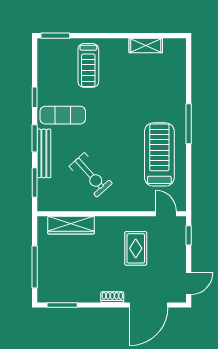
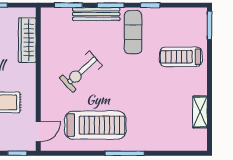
exercise bike: (91, 175) -> (81, 72), moved

